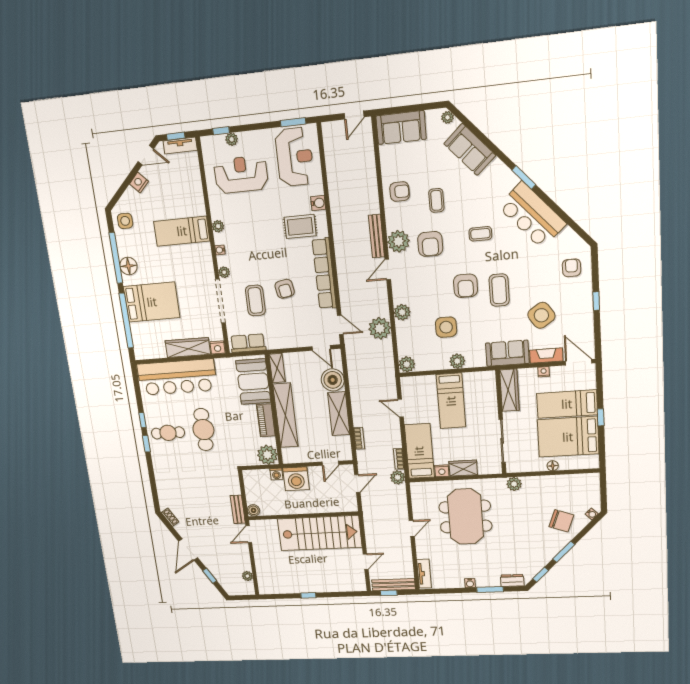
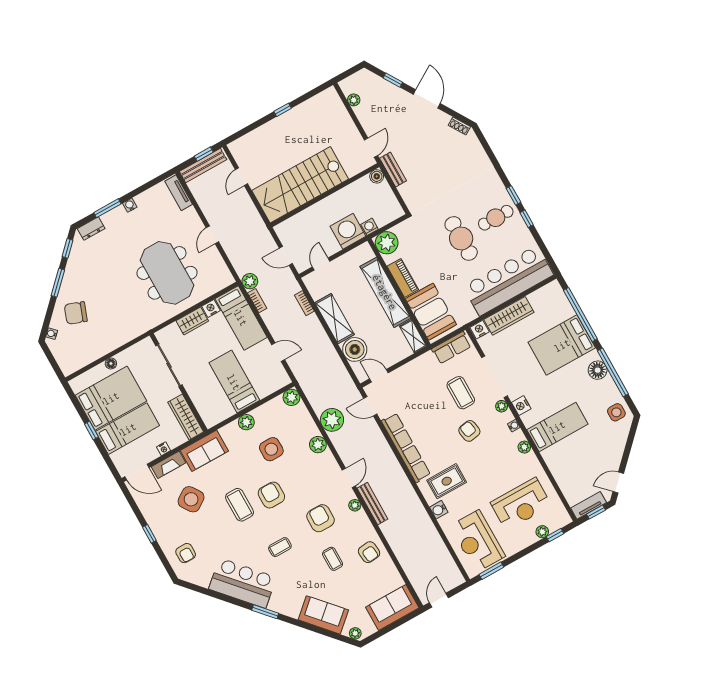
nightstand: (139, 183) -> (521, 406), moved, turned 135
armchair: (400, 192) -> (369, 552), turned -96
plant: (398, 241) -> (355, 505), width x0.53, depth x0.53
armchair: (285, 289) -> (469, 431), moved
door: (357, 483) -> (286, 256), hinge flipped
plant: (514, 484) -> (137, 328), removed

